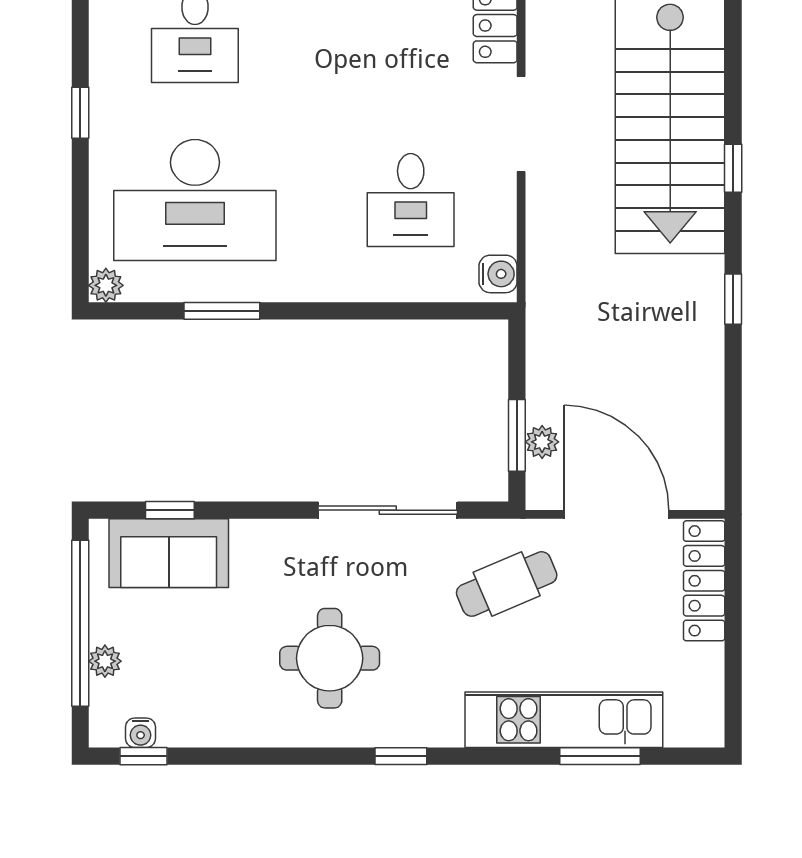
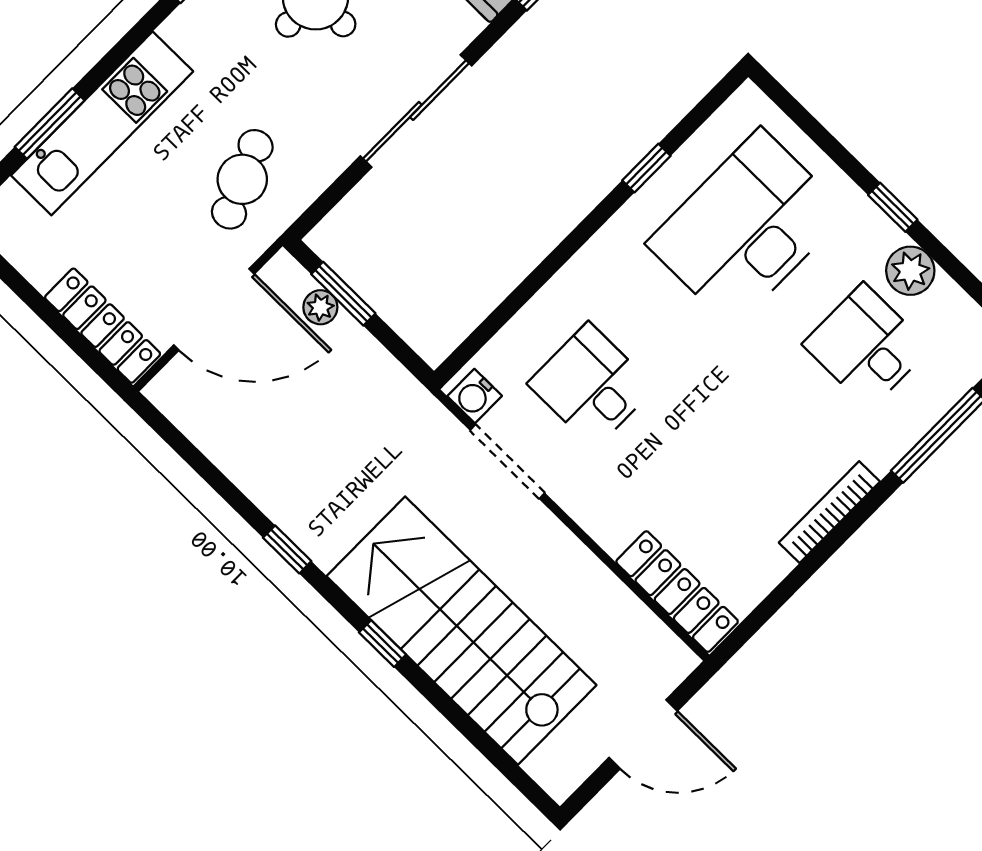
doorway: (521, 124) -> (507, 462), moved
plant: (106, 285) -> (910, 271), moved, width x1.38, depth x1.38
window: (222, 311) -> (646, 168), width x0.67
sliding door: (388, 510) -> (416, 111), moved

